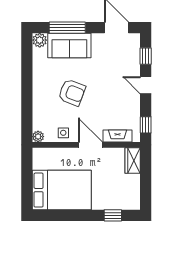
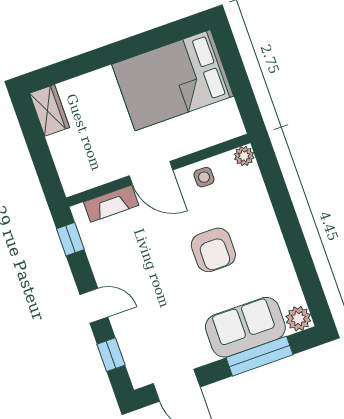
armchair: (72, 92) -> (213, 250), turned -111
wardrobe: (133, 161) -> (50, 110), moved
window: (113, 215) -> (72, 68), removed

